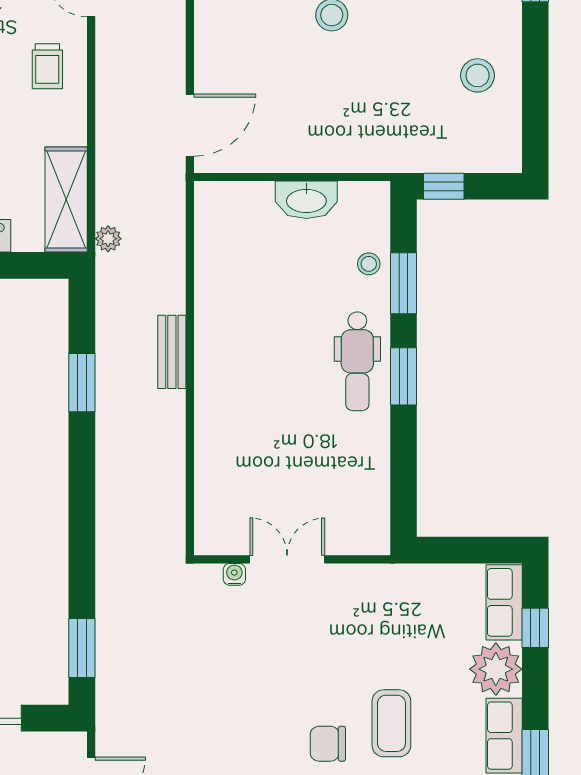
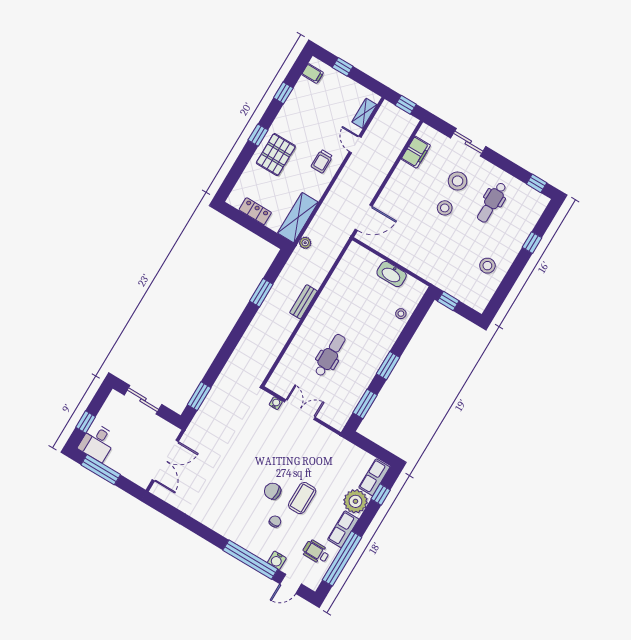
window: (403, 283) -> (365, 404), moved
dental chair: (357, 361) -> (330, 355), moved, turned 180

